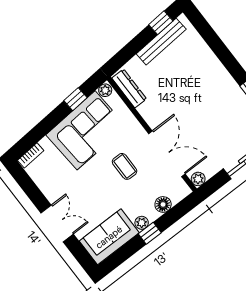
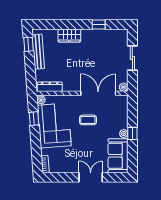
wardrobe: (210, 64) -> (69, 35), added
floor lamp: (163, 204) -> (123, 115), removed

